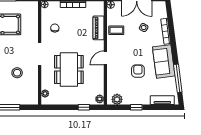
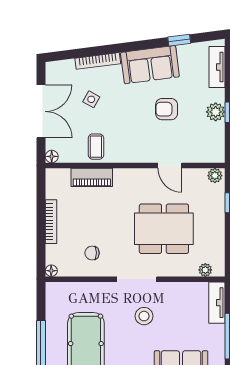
door: (105, 58) -> (170, 165), moved
stool: (17, 73) -> (144, 316), moved
window: (178, 78) -> (179, 40), width x0.46
plant: (117, 99) -> (216, 112), moved
tv unit: (26, 100) -> (217, 303), added

